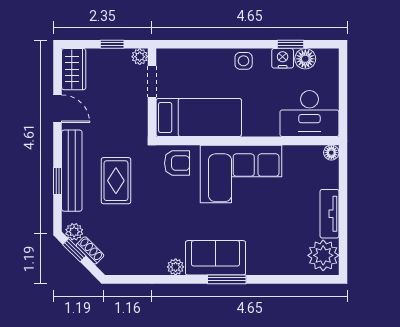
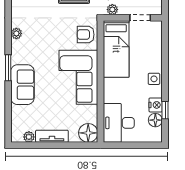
plant: (140, 57) -> (112, 10), moved
floor lamp: (331, 153) -> (88, 133), width x1.89, depth x1.89
armchair: (177, 163) -> (86, 35), turned 90
plant: (323, 255) -> (29, 137), width x0.53, depth x0.53
sofa: (216, 258) -> (22, 85), moved

